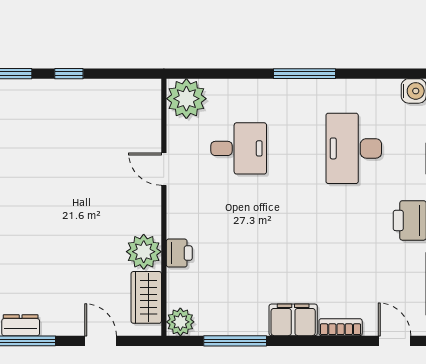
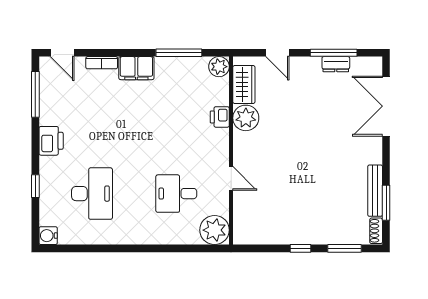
window: (304, 74) -> (128, 248), removed

